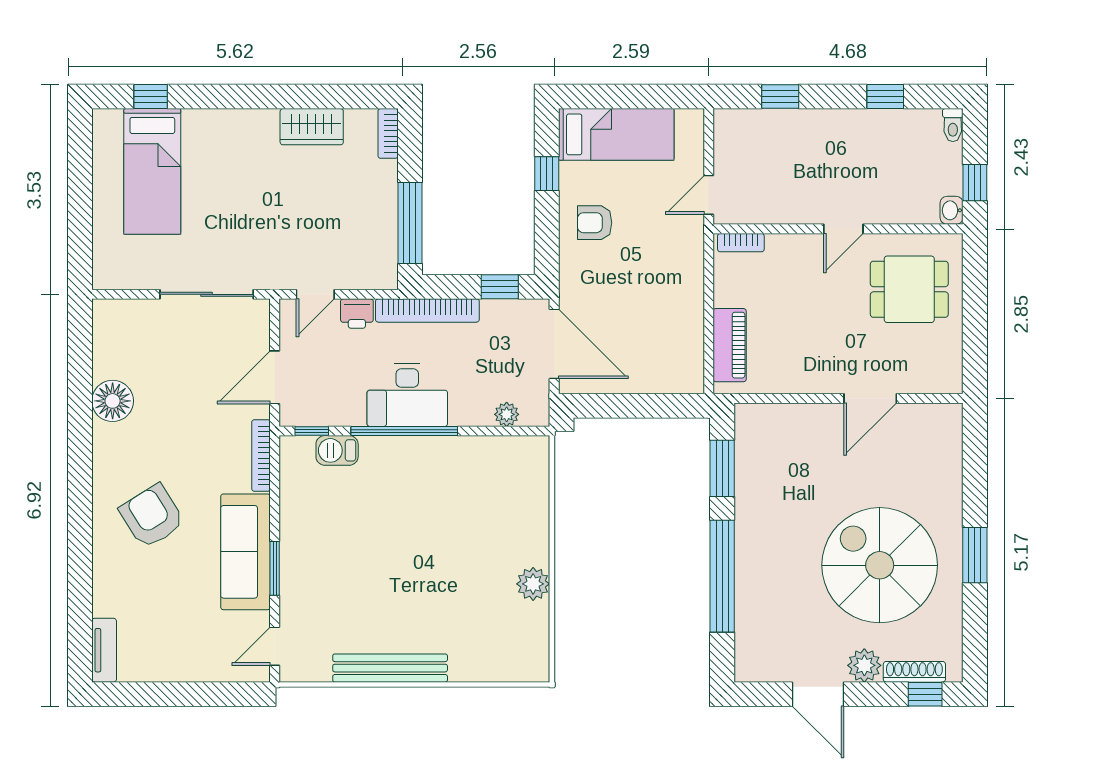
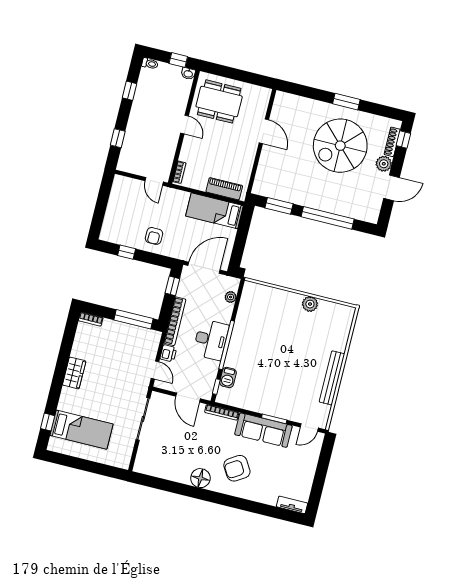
wardrobe: (312, 127) -> (74, 373), moved
bed: (616, 134) -> (214, 211), moved, turned -90
dining table: (909, 289) -> (219, 101), width x1.38
floor lamp: (113, 401) -> (200, 478), moved
door: (275, 646) -> (309, 427), hinge flipped

